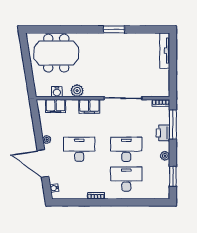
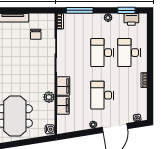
chair: (146, 76) -> (36, 34), added
water cooler: (57, 92) -> (50, 129), moved
filing cabinet: (56, 106) -> (63, 105), moved
printer: (163, 133) -> (131, 19), moved

